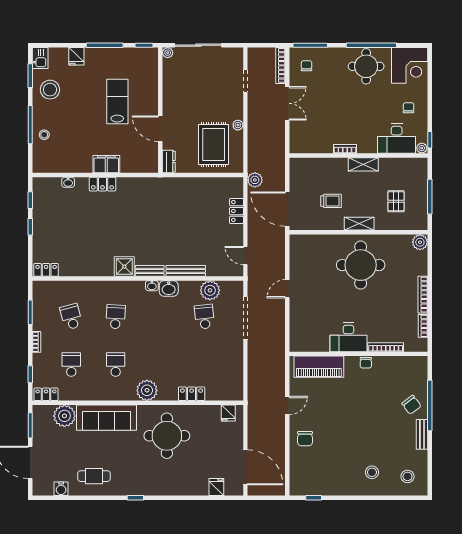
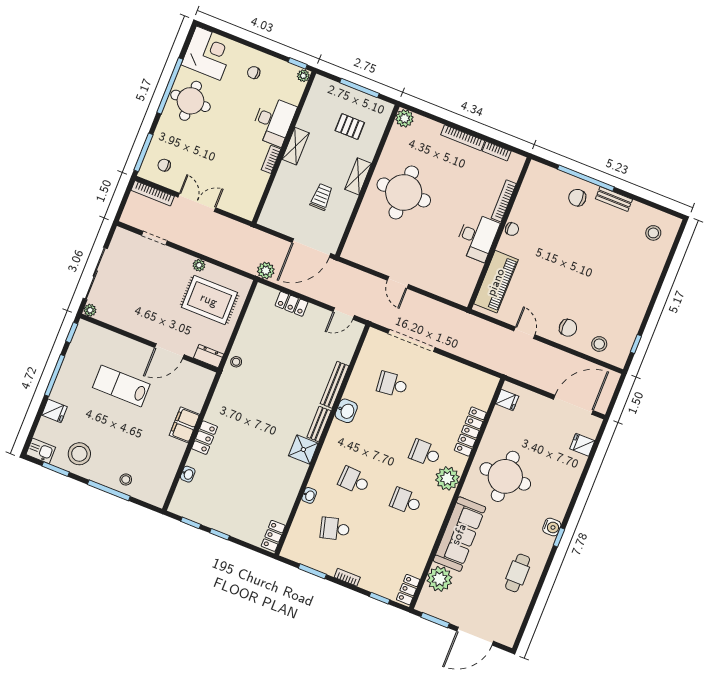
desk: (397, 139) -> (273, 121), moved
stool: (173, 185) -> (236, 362), added
washbasin: (152, 286) -> (309, 495), moved
plant: (210, 290) -> (366, 367), removed
school desk: (71, 364) -> (425, 453), moved
locker: (192, 394) -> (470, 431), width x1.53
chair: (411, 405) -> (577, 198), turned -143
stool: (372, 472) -> (599, 344), moved
water cooler: (61, 489) -> (552, 527), moved

